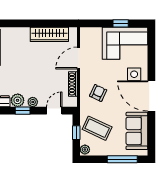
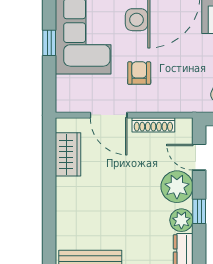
wardrobe: (49, 34) -> (68, 154), width x0.67
armchair: (98, 93) -> (139, 73), moved, turned 65
plant: (33, 102) -> (177, 187), width x1.87, depth x1.87

